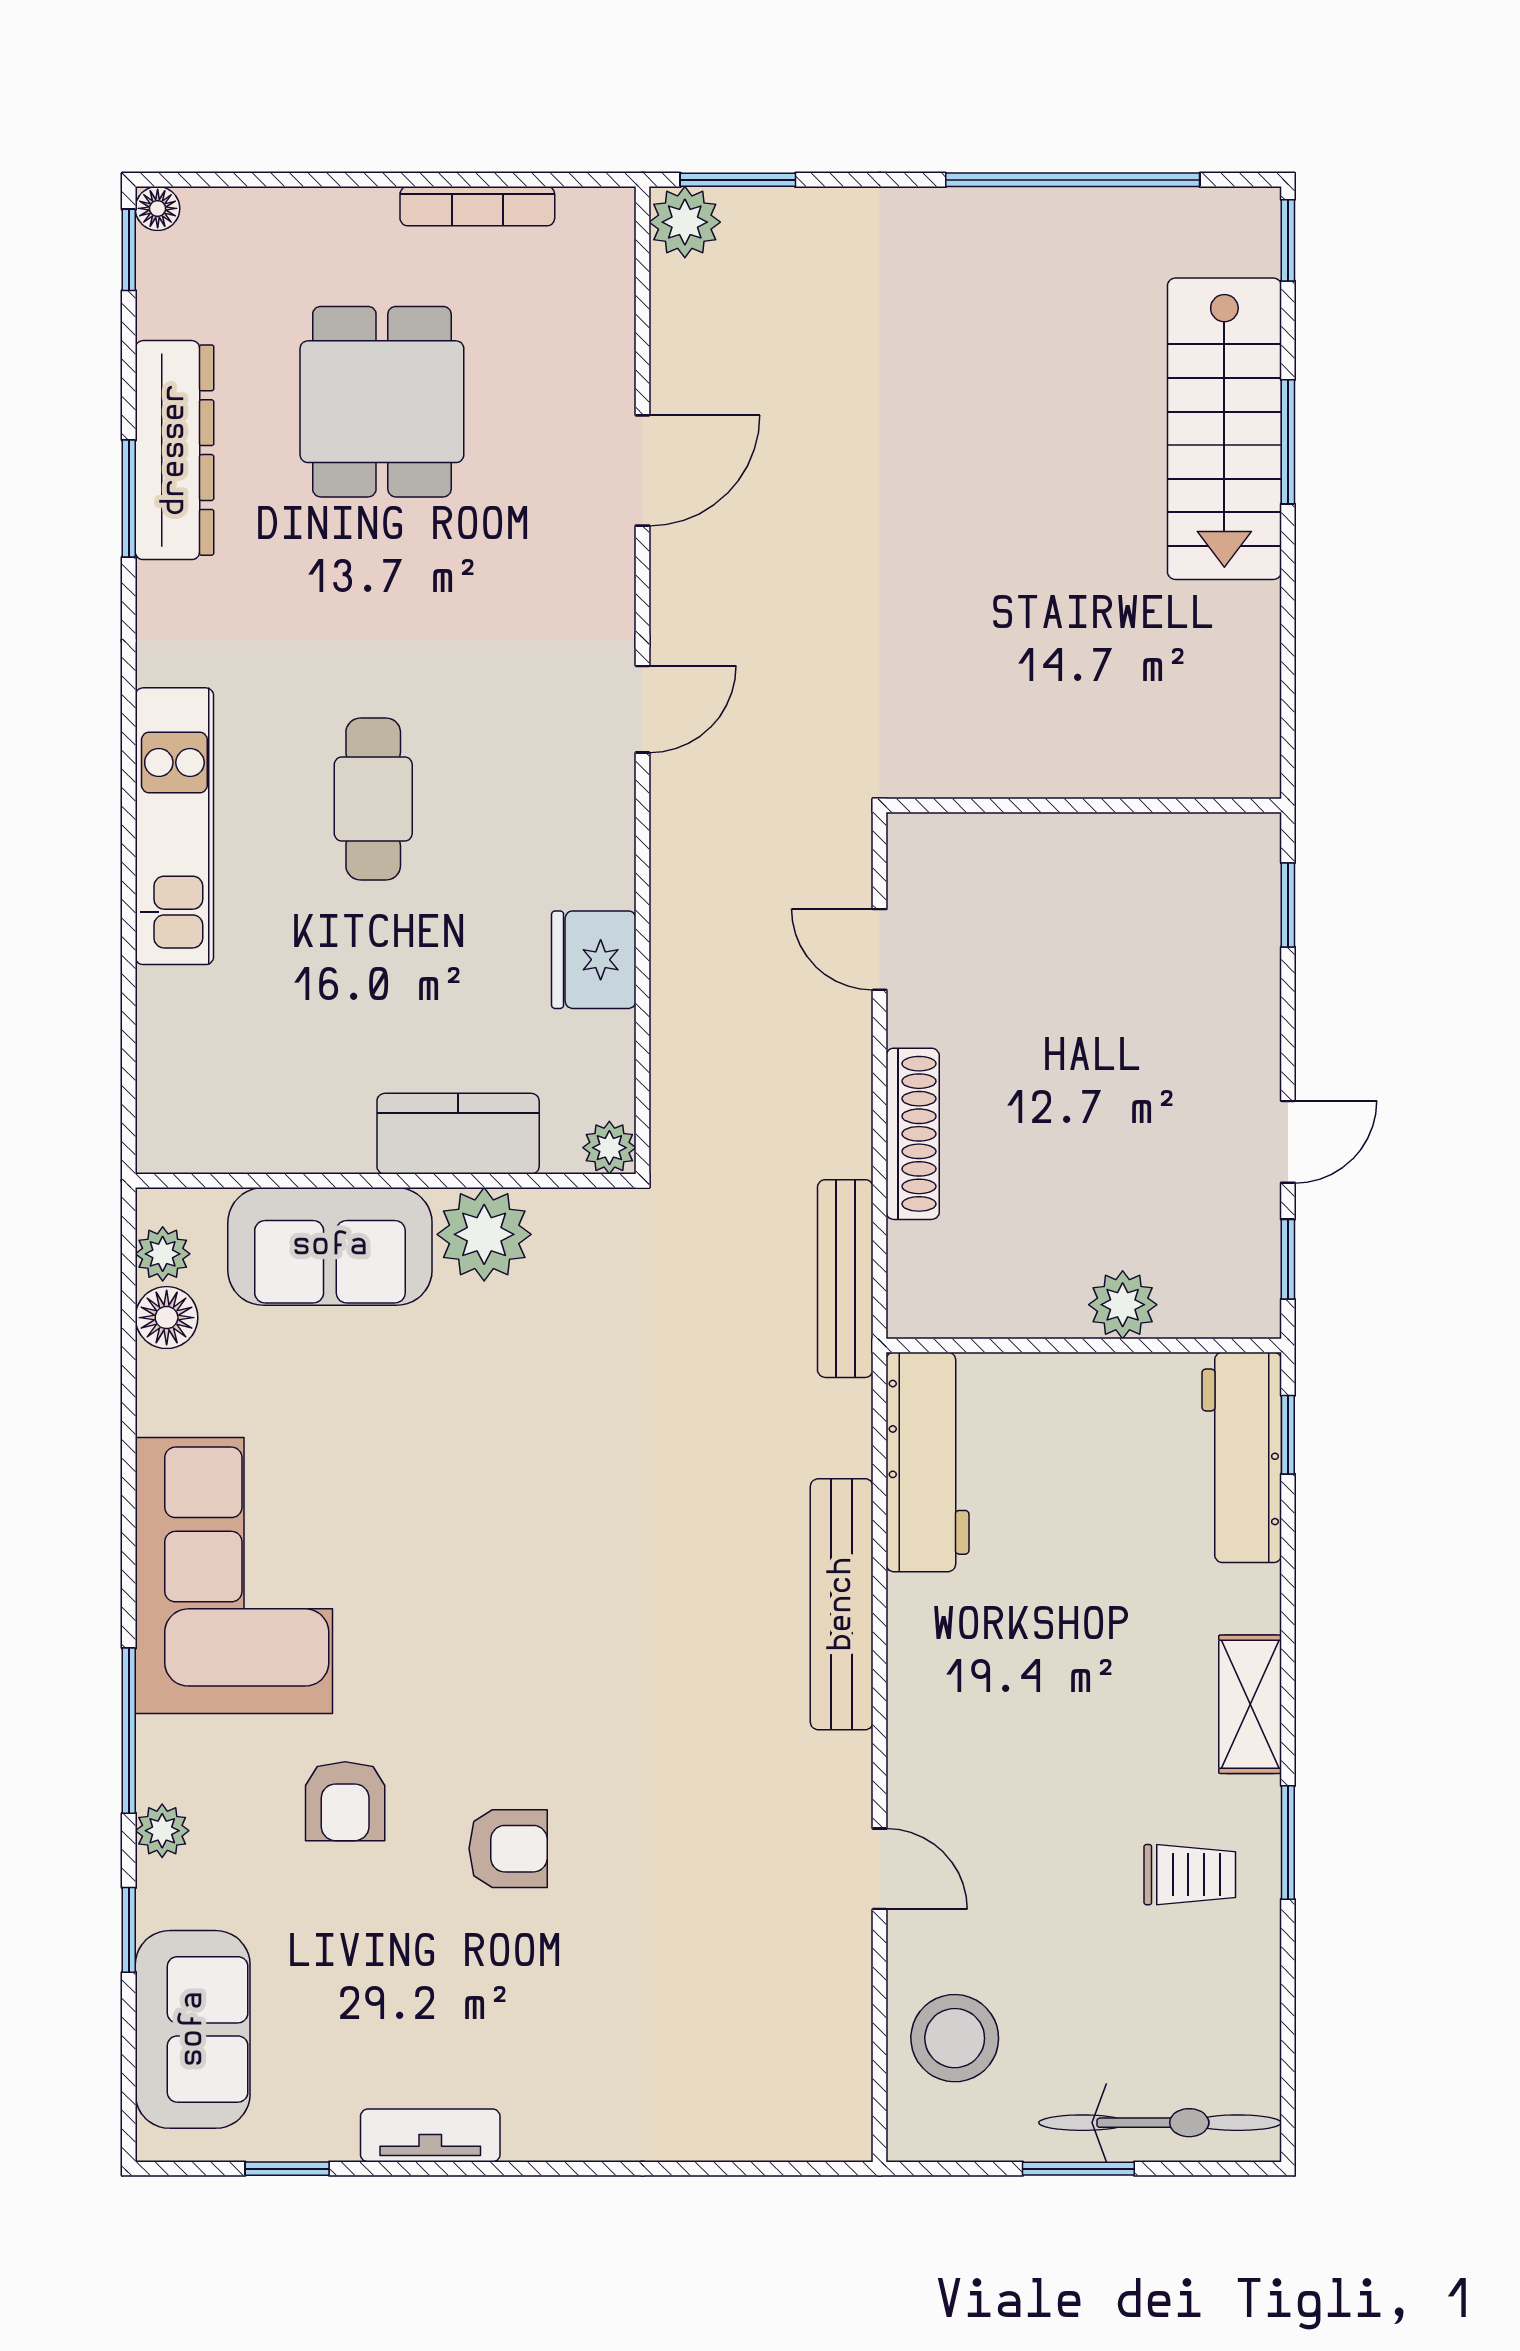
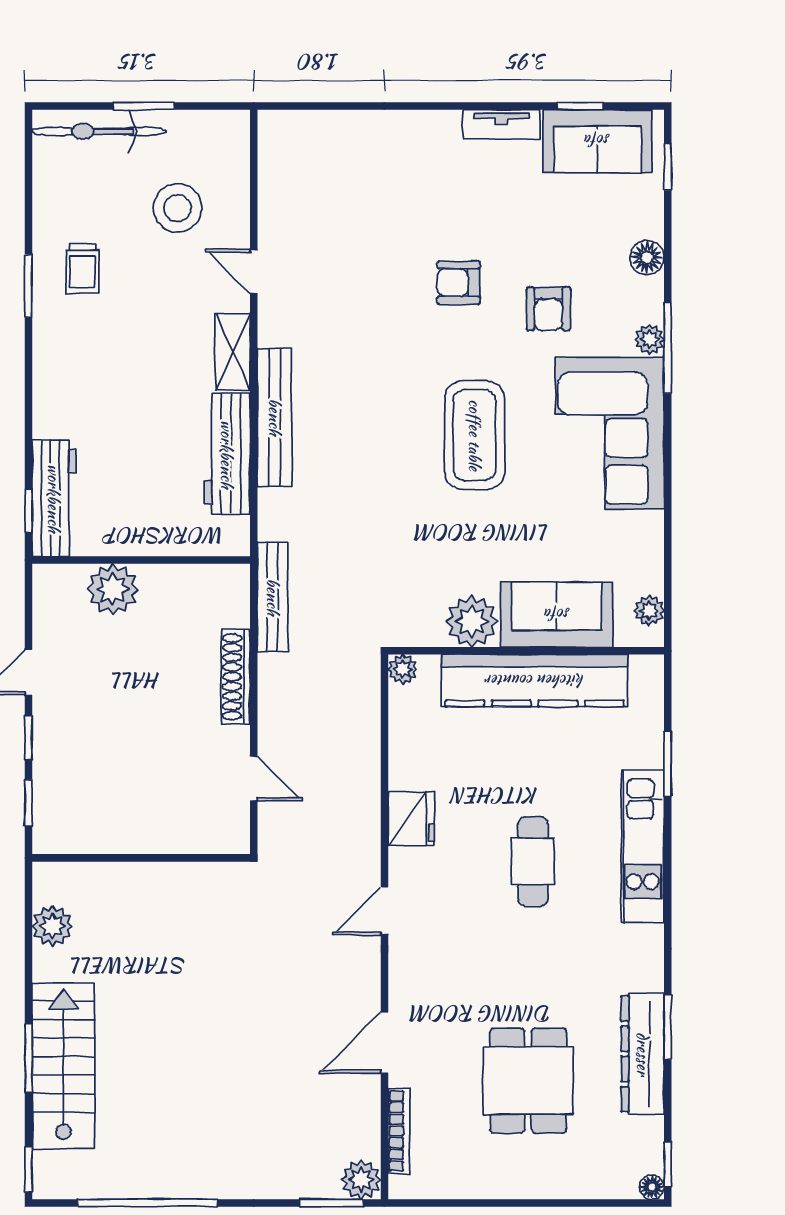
bookcase: (477, 206) -> (399, 1131), moved, turned 90
plant: (1245, 682) -> (52, 926), added
fridge: (594, 960) -> (411, 819), moved
window: (129, 976) -> (668, 764), added
kitchen counter: (458, 1134) -> (535, 681), width x2.08, depth x1.17
window: (1288, 1259) -> (29, 738), moved
plant: (1123, 1305) -> (113, 589), width x1.36, depth x1.36
floor lamp: (167, 1318) -> (647, 258), moved
workbench: (927, 1462) -> (227, 454), moved
coffee table: (479, 1572) -> (475, 435), added
shelving: (1250, 1704) -> (233, 352), moved
armchair: (345, 1801) -> (548, 309), turned 180
plant: (162, 1831) -> (649, 339), moved
trolley: (1190, 1875) -> (83, 268), turned -90
window: (129, 1930) -> (668, 167), moved
sofa: (193, 2029) -> (597, 141), moved, turned -90
stool: (955, 2038) -> (177, 208), moved

